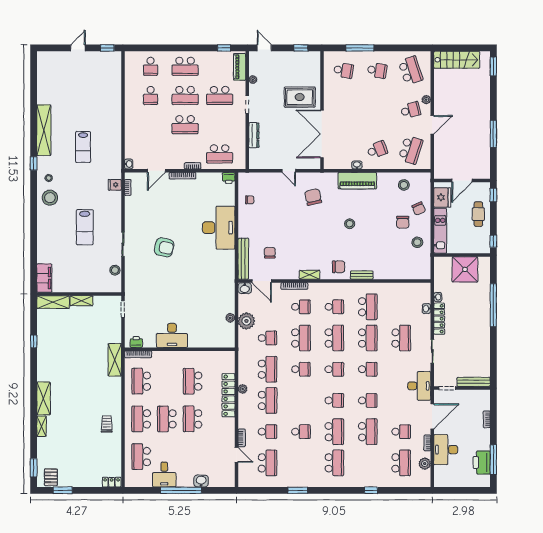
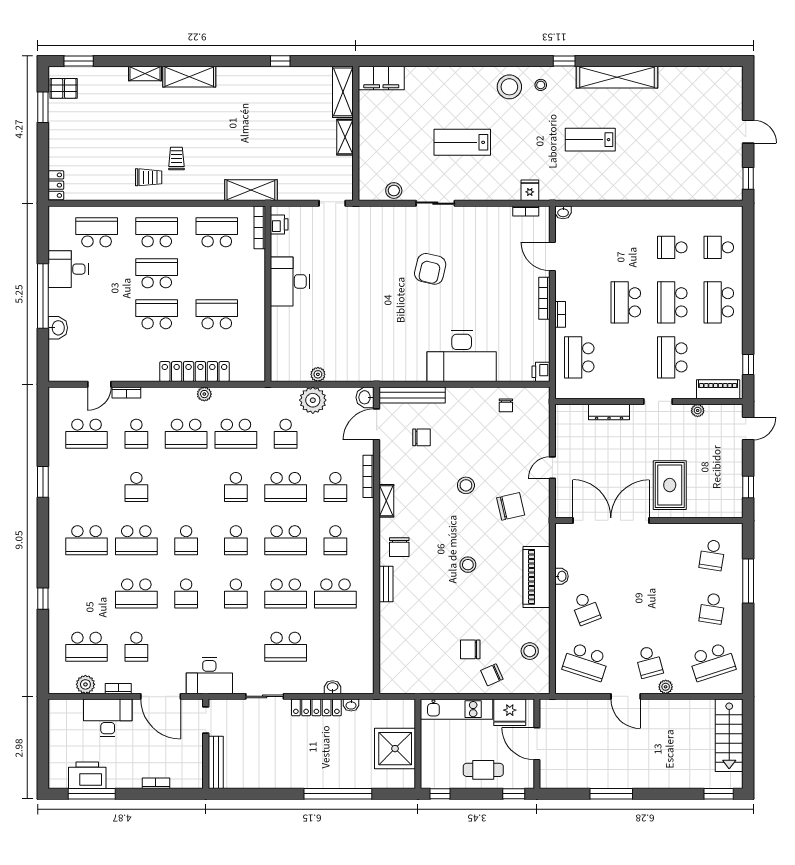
stool: (417, 242) -> (466, 485), moved
trolley: (95, 406) -> (176, 158), added

